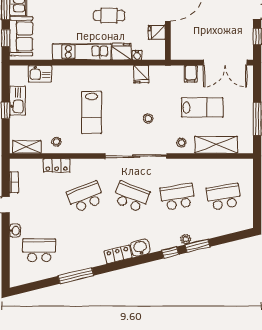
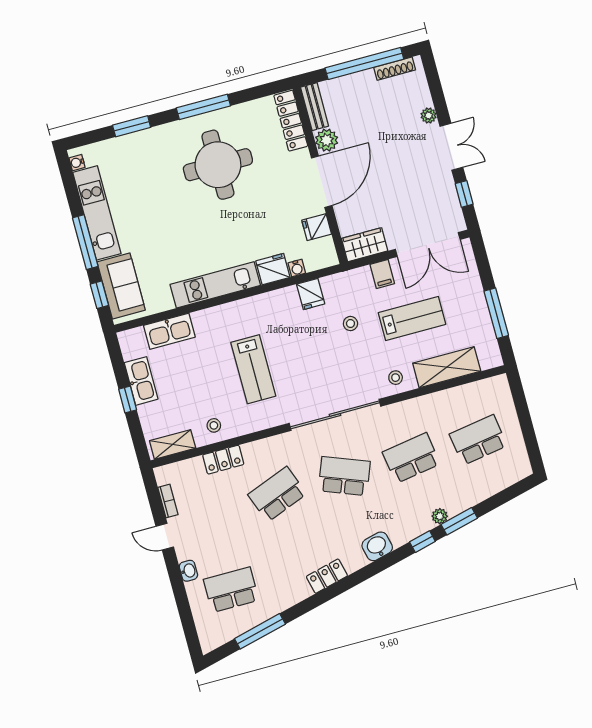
cafe table: (109, 16) -> (241, 221), removed
wardrobe: (184, 52) -> (365, 245), added
kitchen sink: (40, 74) -> (169, 331), width x1.38
stool: (148, 119) -> (350, 324), moved
locker: (118, 254) -> (327, 576), moved
window: (76, 276) -> (260, 631), moved

